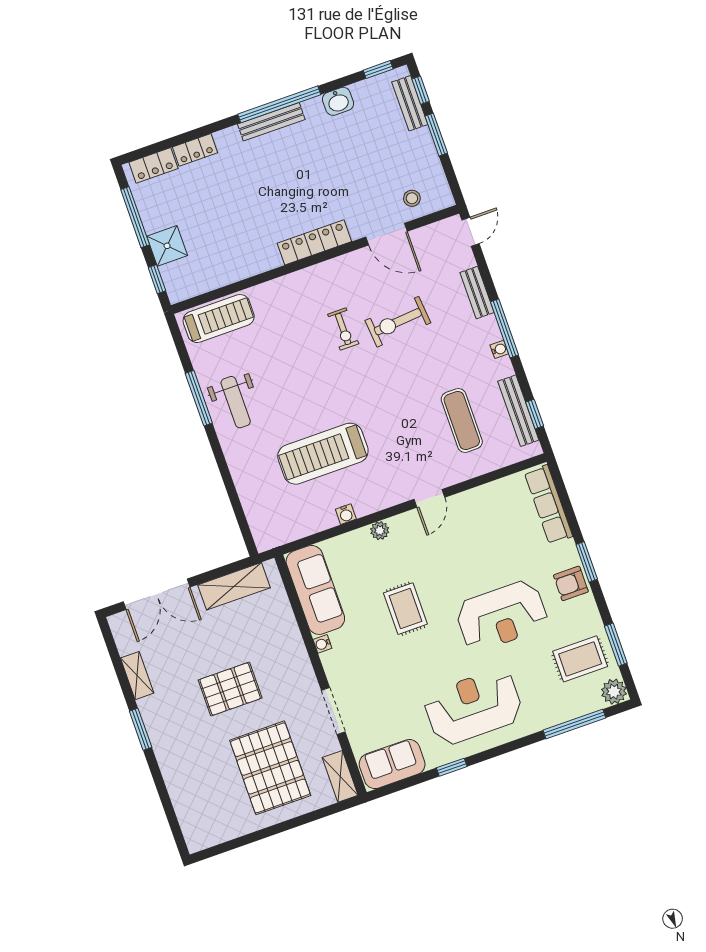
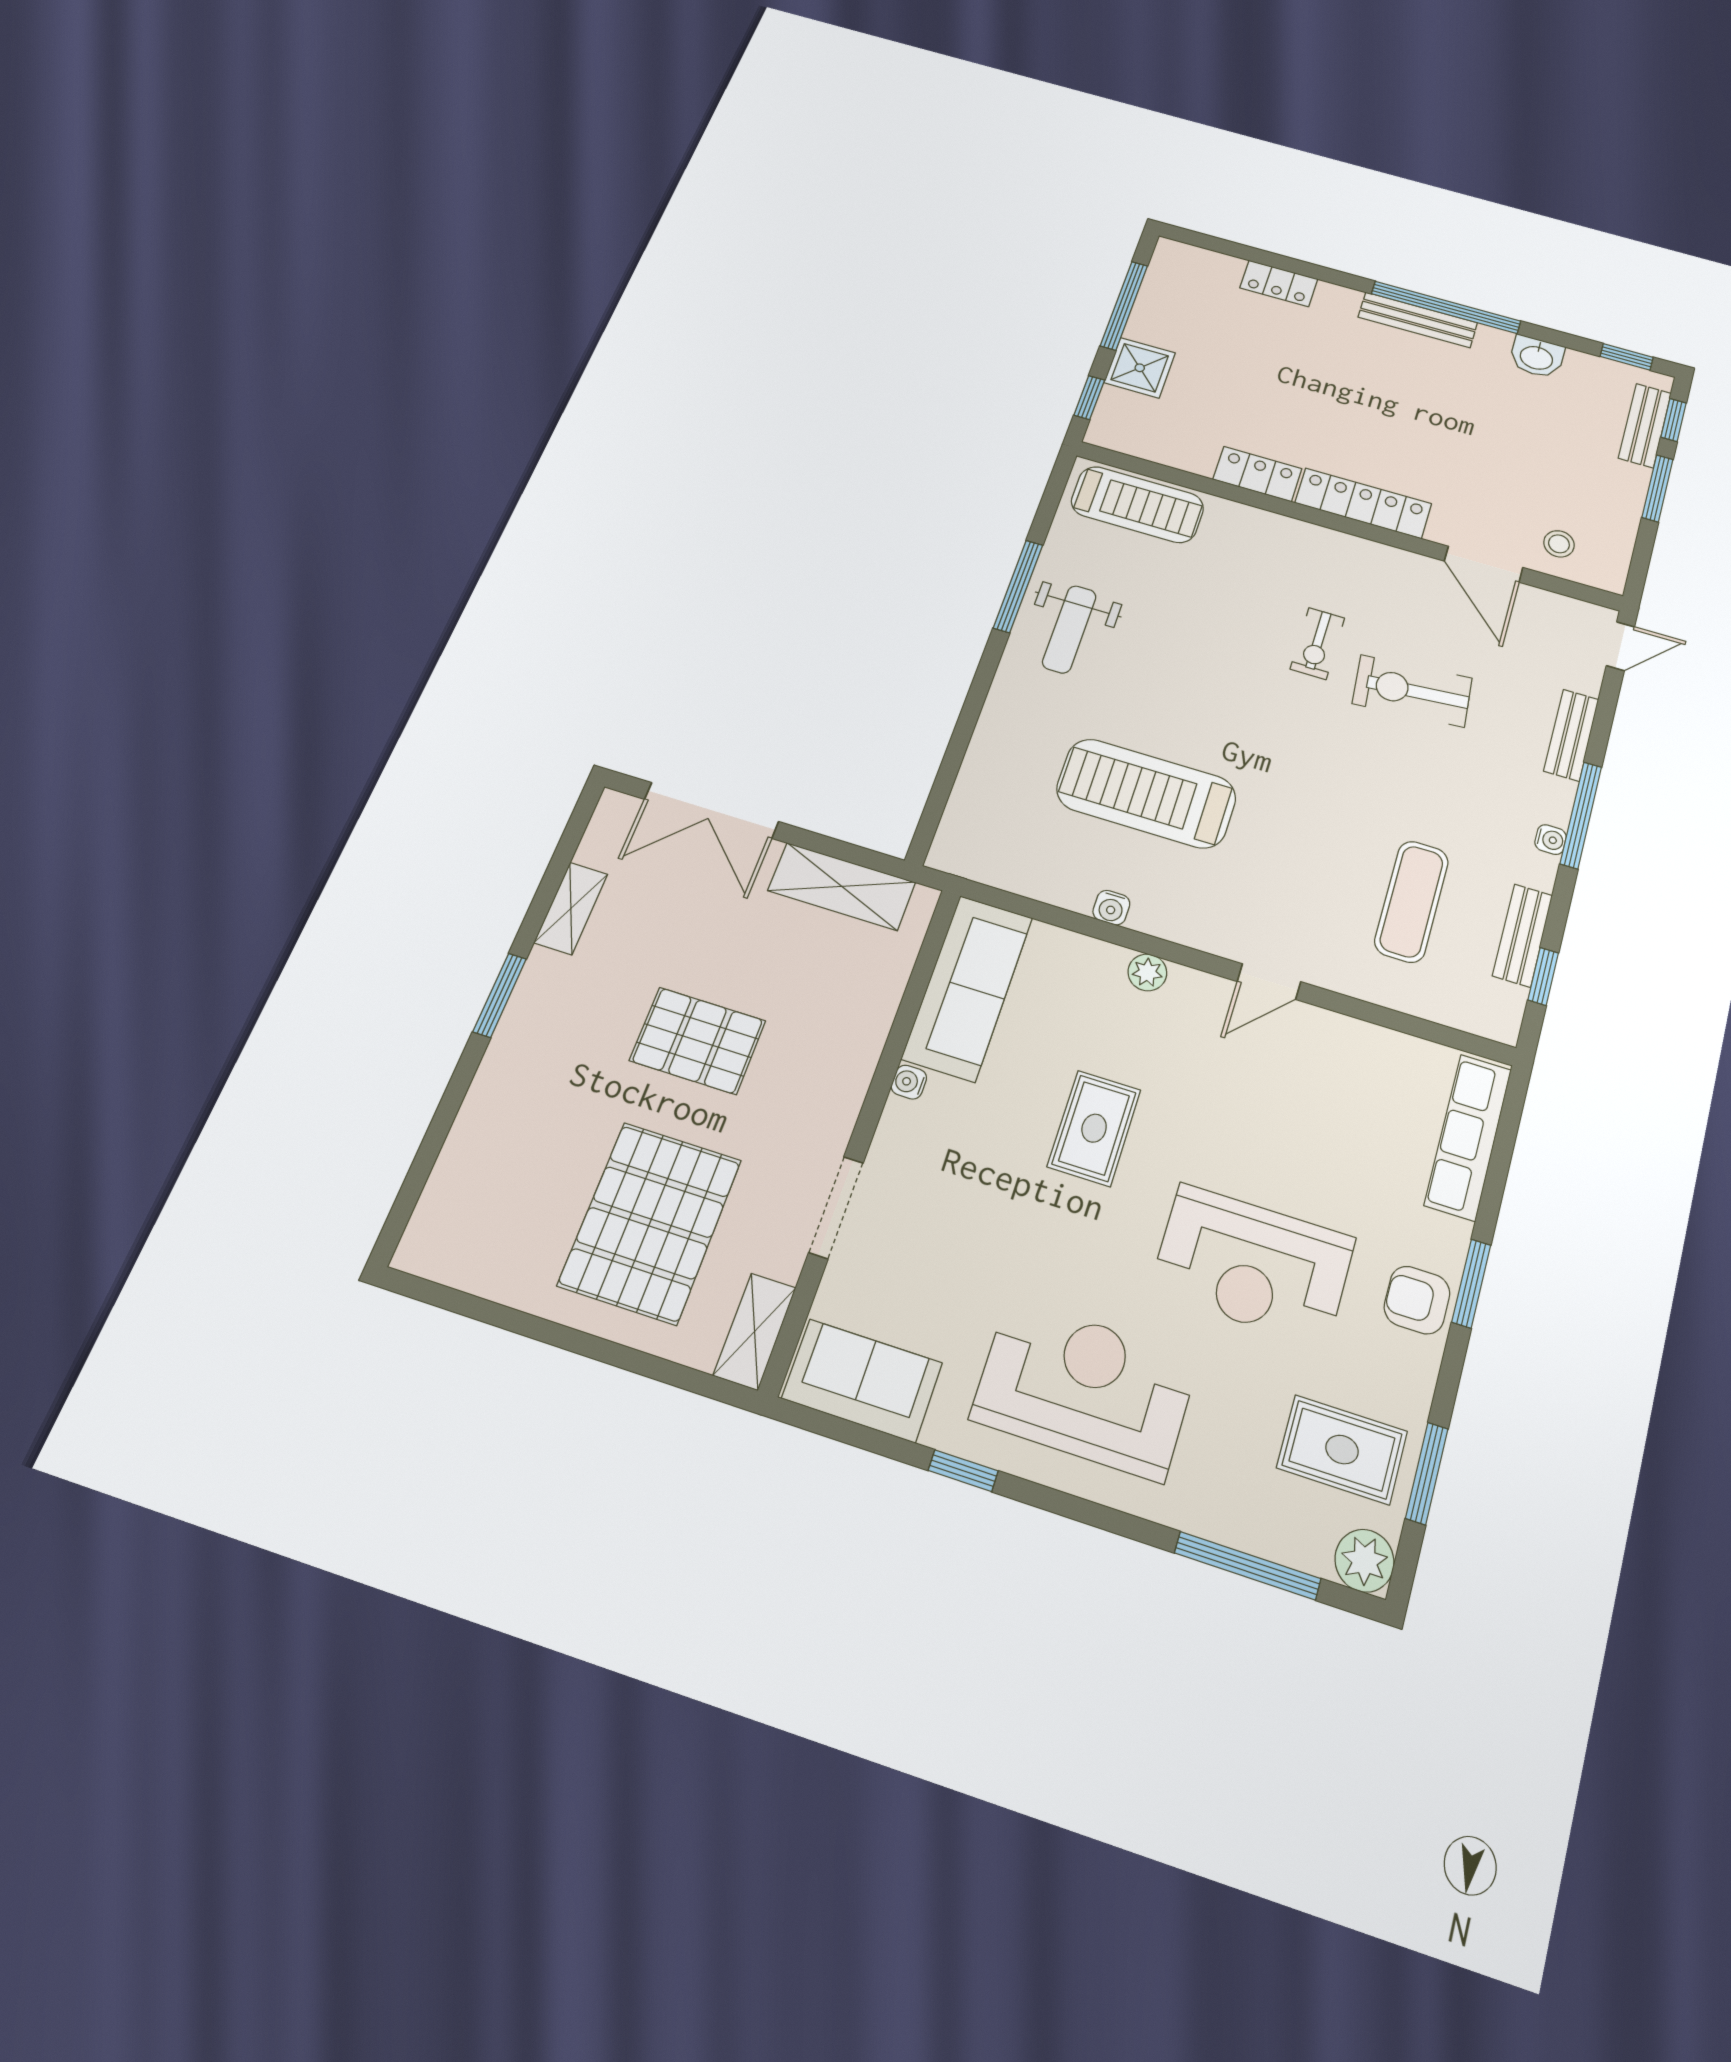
locker: (153, 165) -> (1257, 474), moved, turned 180
bench: (518, 411) -> (1523, 935), width x0.73

